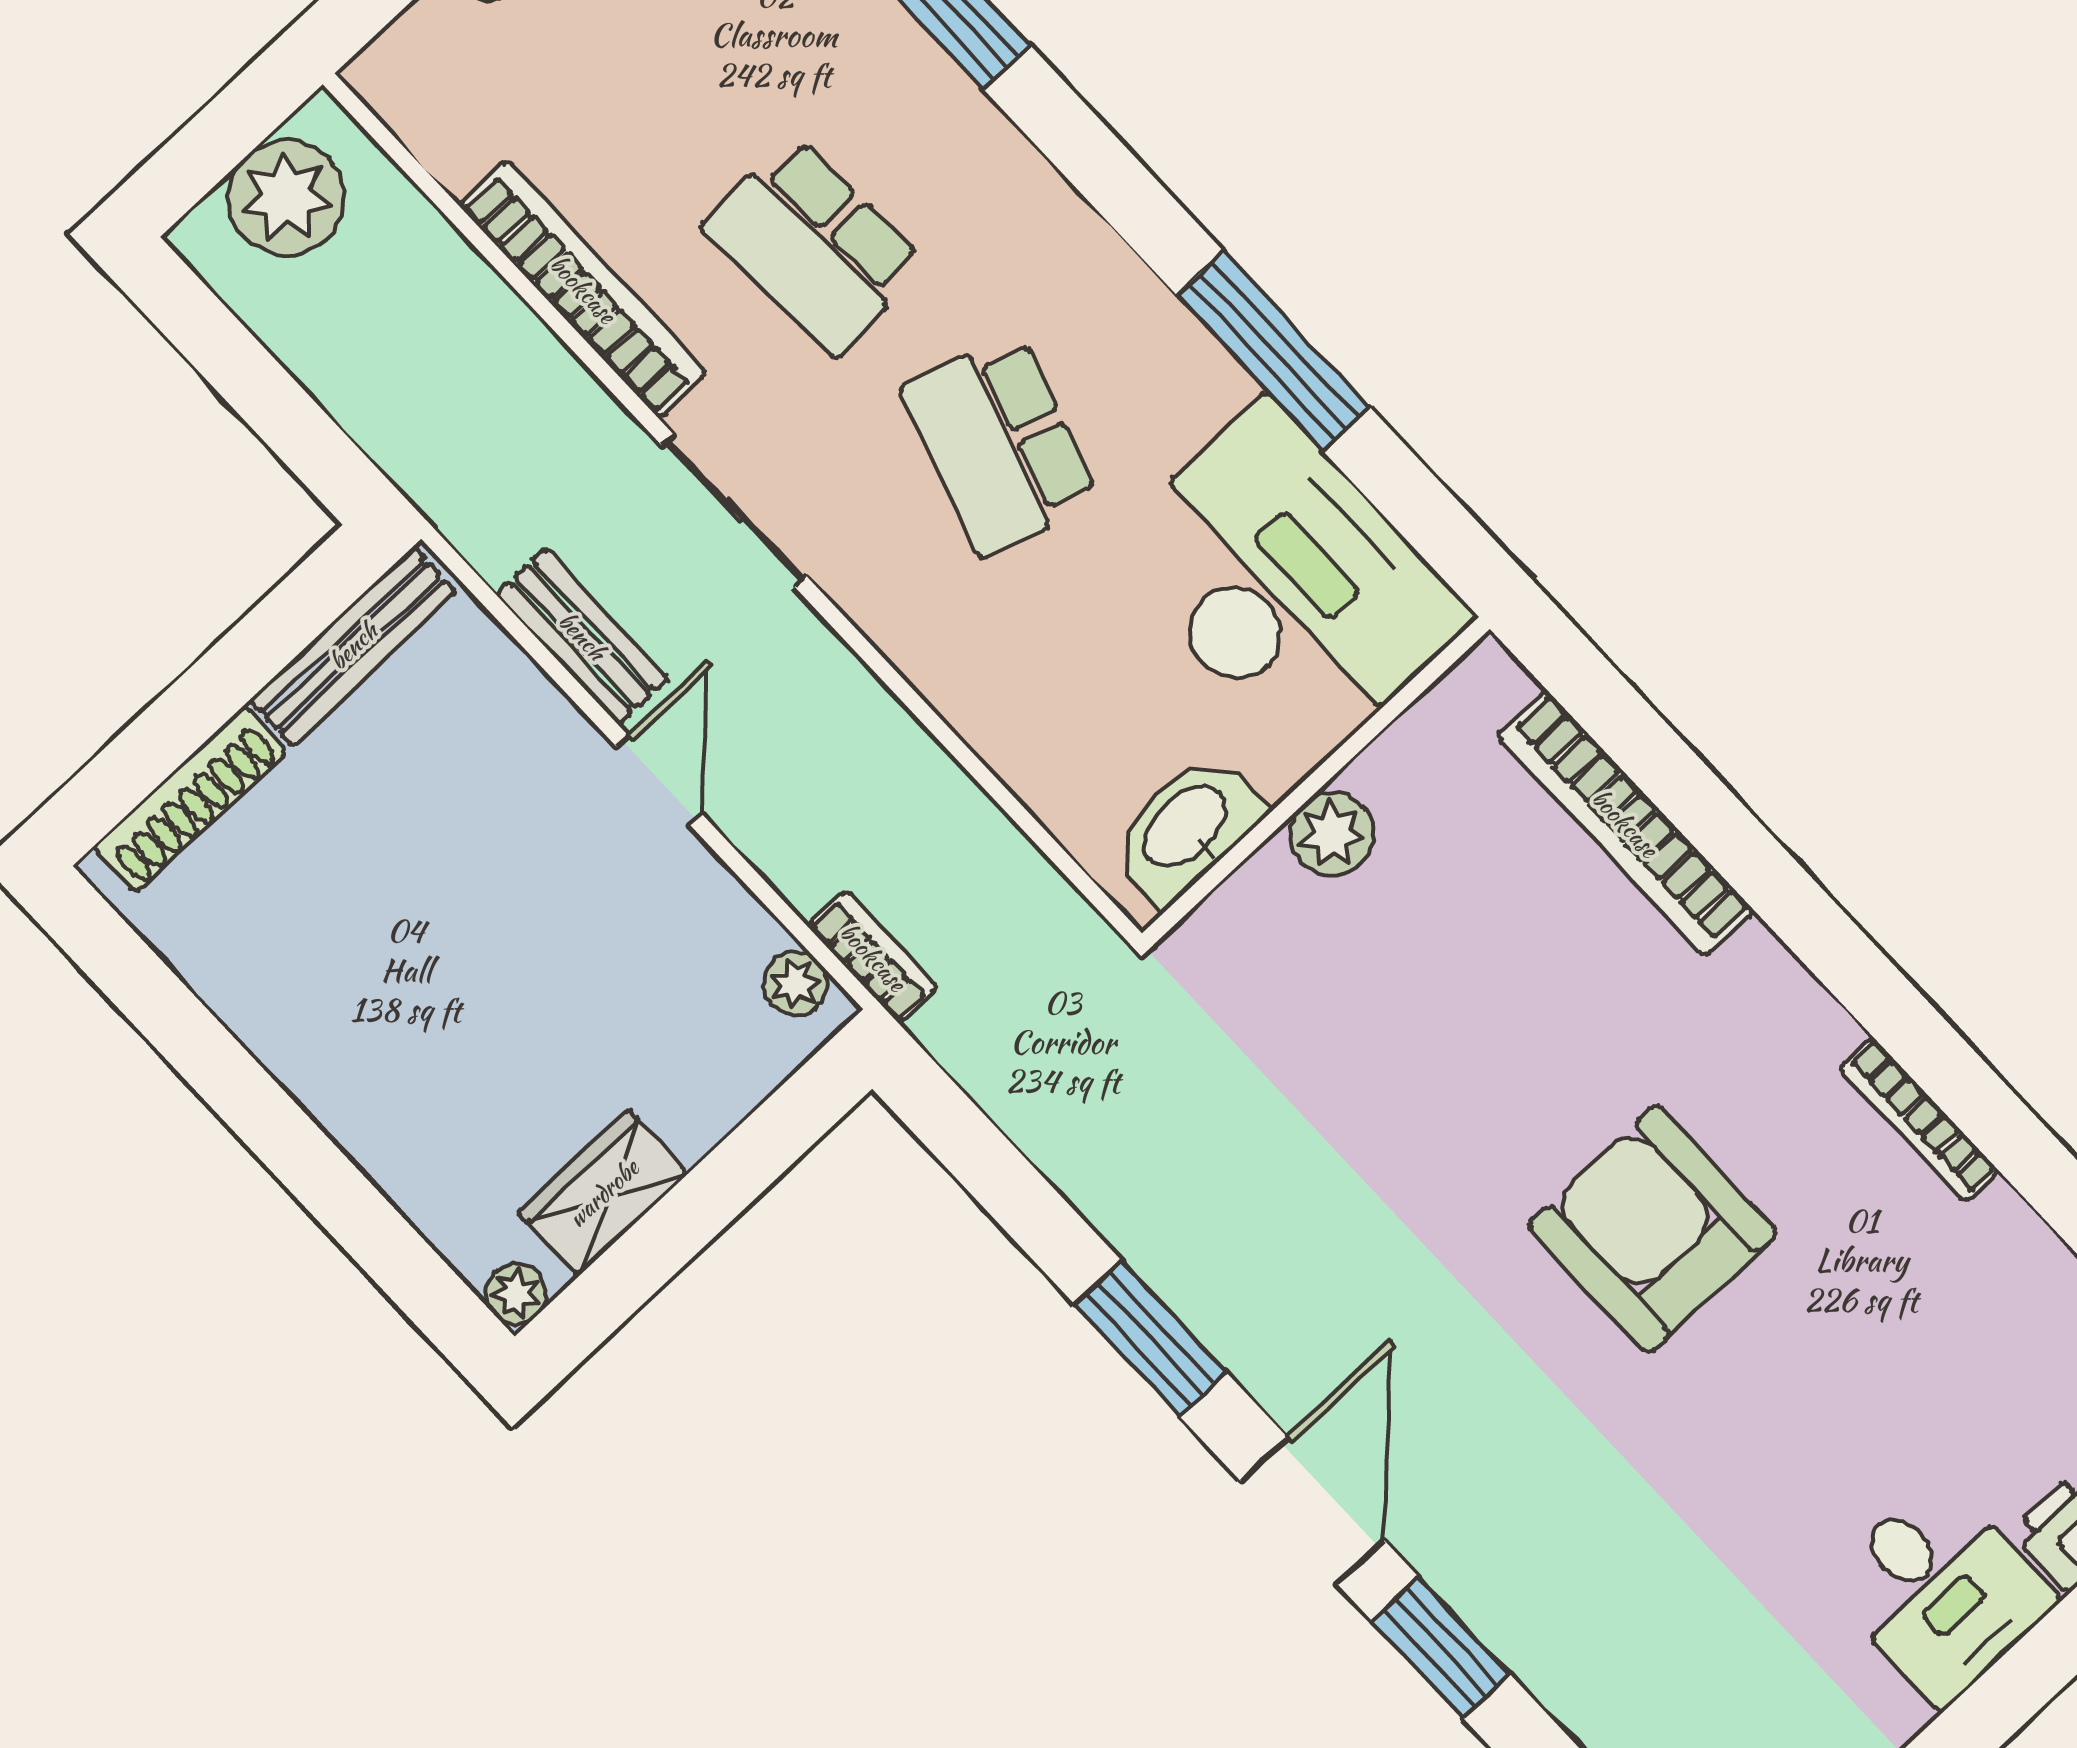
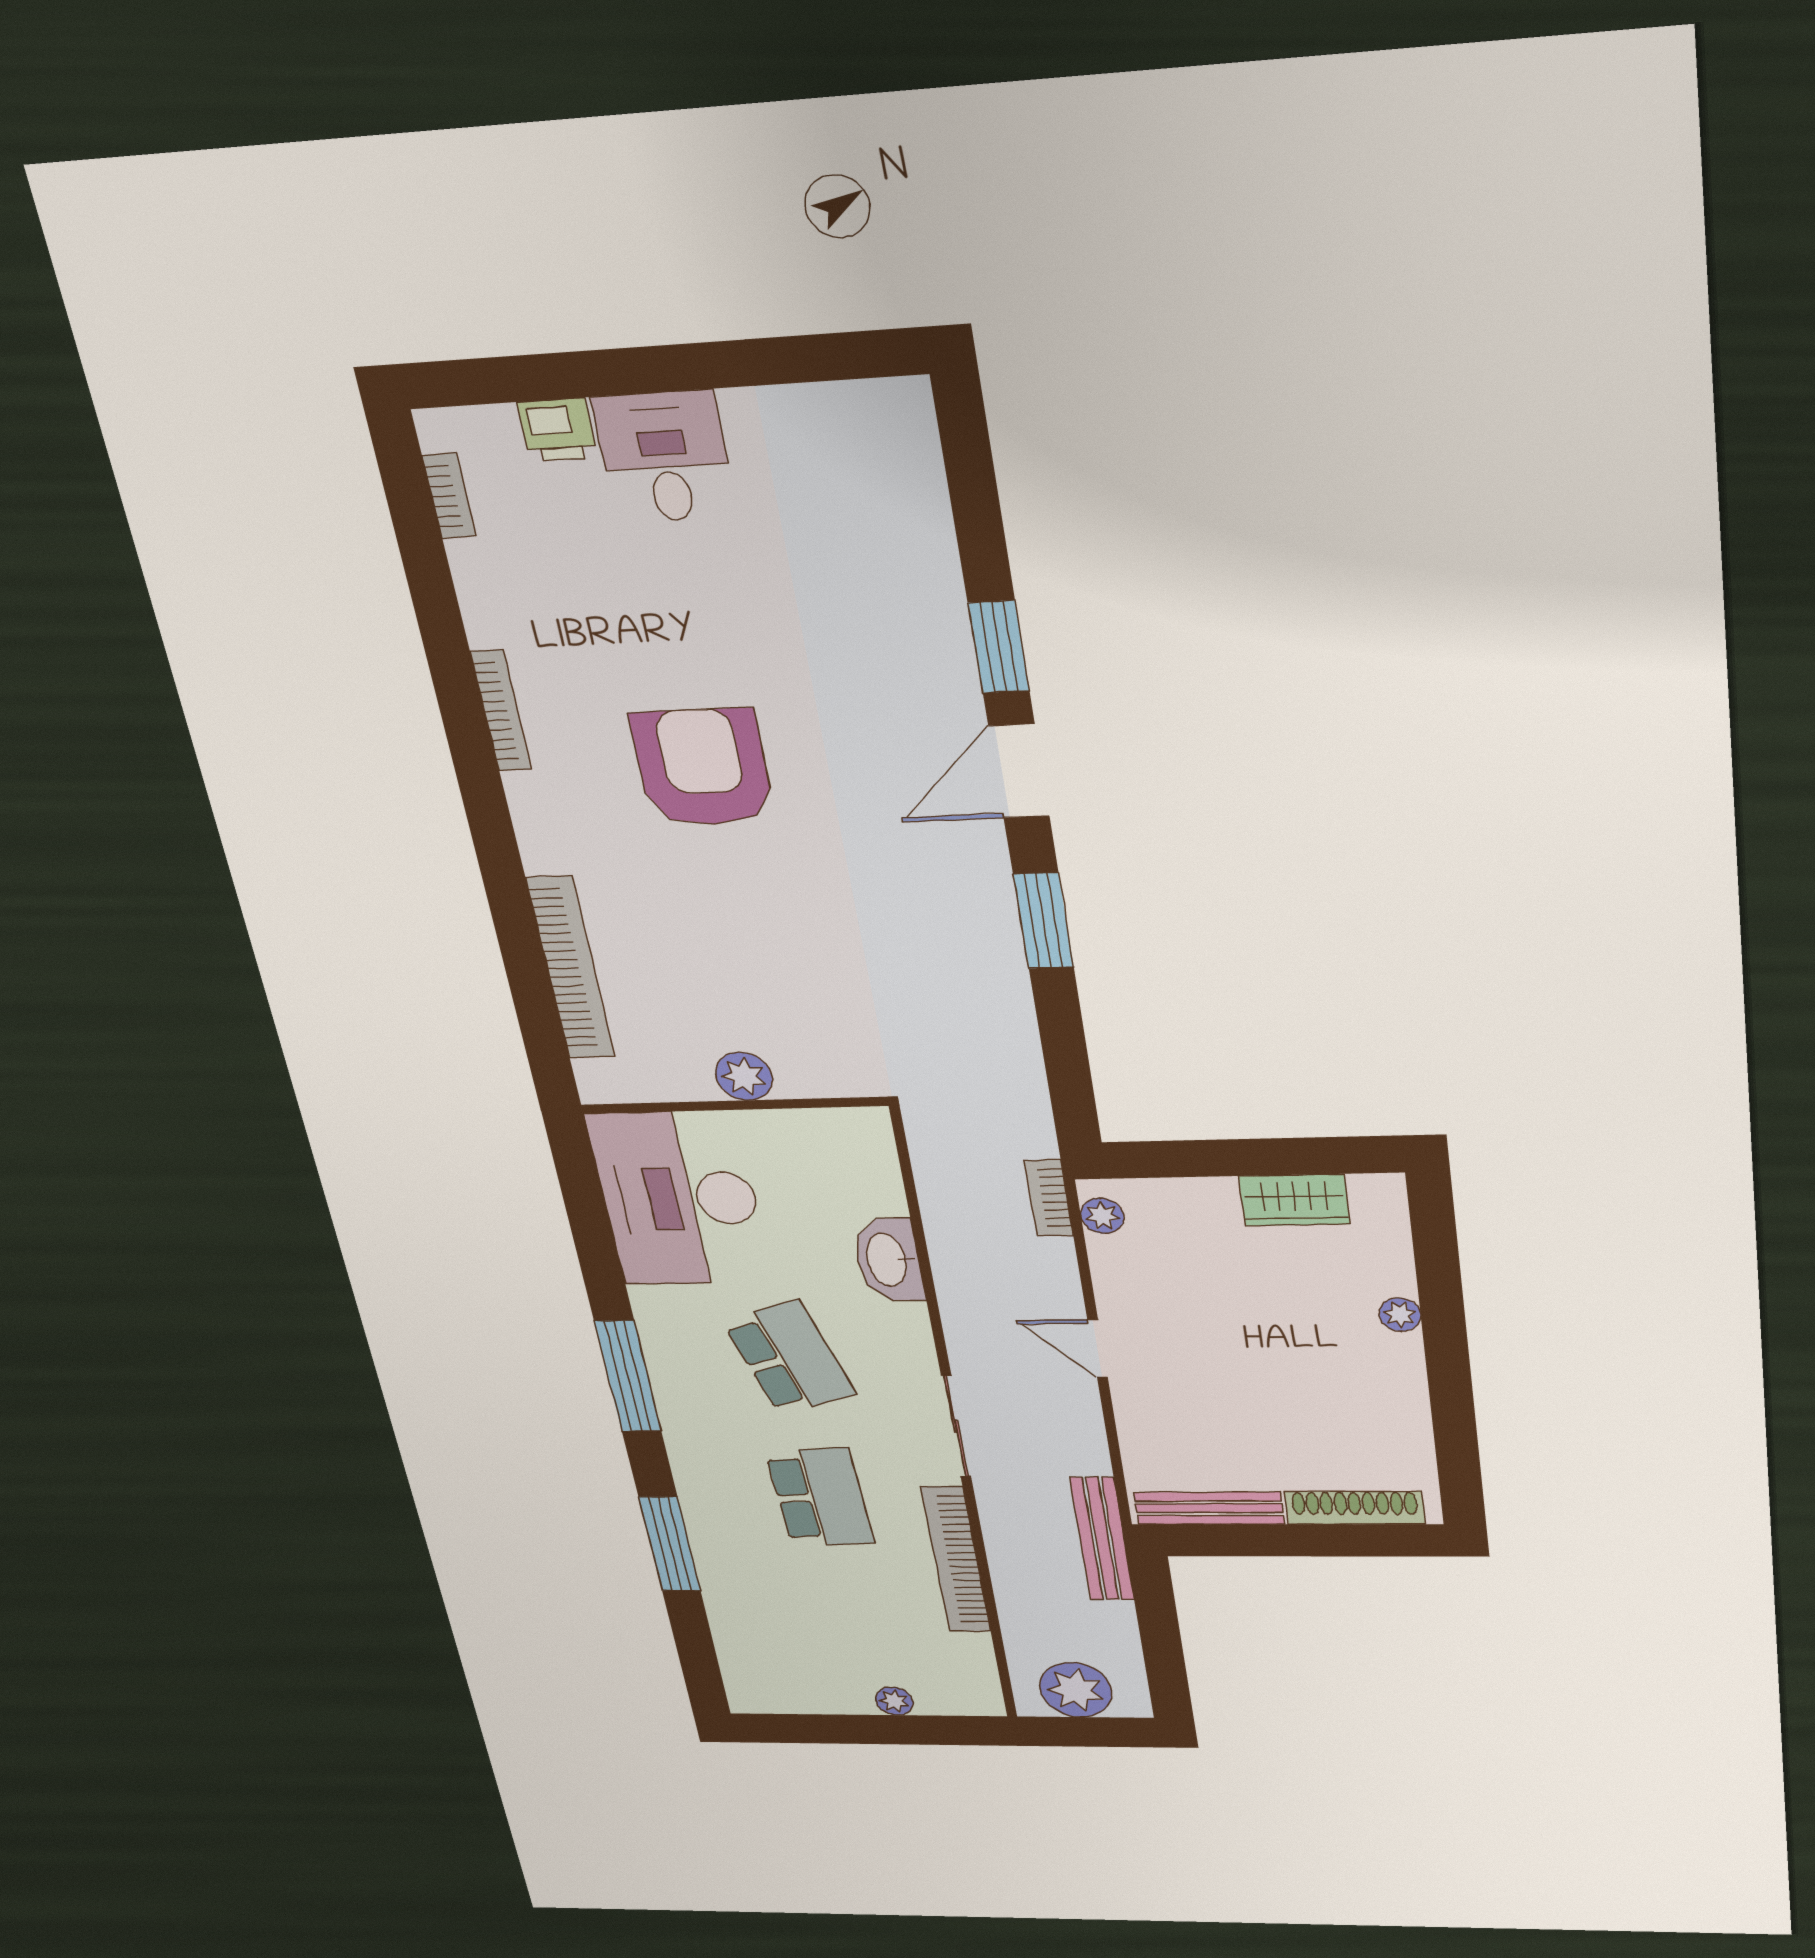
window: (1273, 351) -> (628, 1376), moved
school desk: (1000, 444) -> (789, 1358), turned -36
bench: (582, 636) -> (1102, 1539), moved, width x1.36
door: (659, 780) -> (1098, 1348), hinge flipped
washbasin: (1186, 828) -> (888, 1260), moved, turned 90
armchair: (1652, 1229) -> (703, 768), turned 180
plant: (516, 1294) -> (1400, 1315), moved

